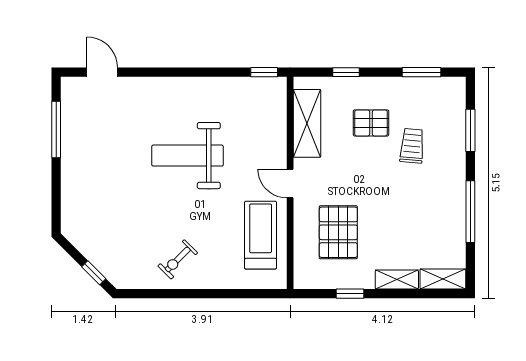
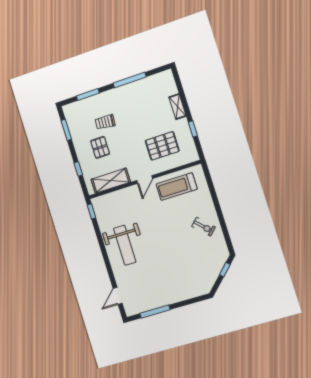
weight bench: (188, 156) -> (125, 245), moved
shelving: (443, 279) -> (169, 82), removed

